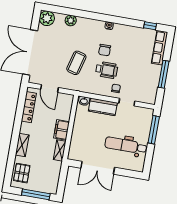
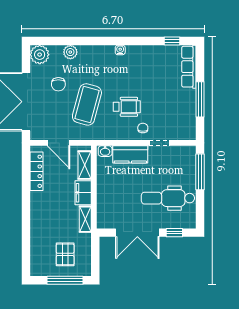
chair: (105, 50) -> (58, 84), moved
coffee table: (76, 63) -> (87, 104), width x1.36, depth x1.32
shelving: (22, 145) -> (85, 165), moved
pallet: (22, 173) -> (65, 254), moved
window: (126, 173) -> (174, 233), added

